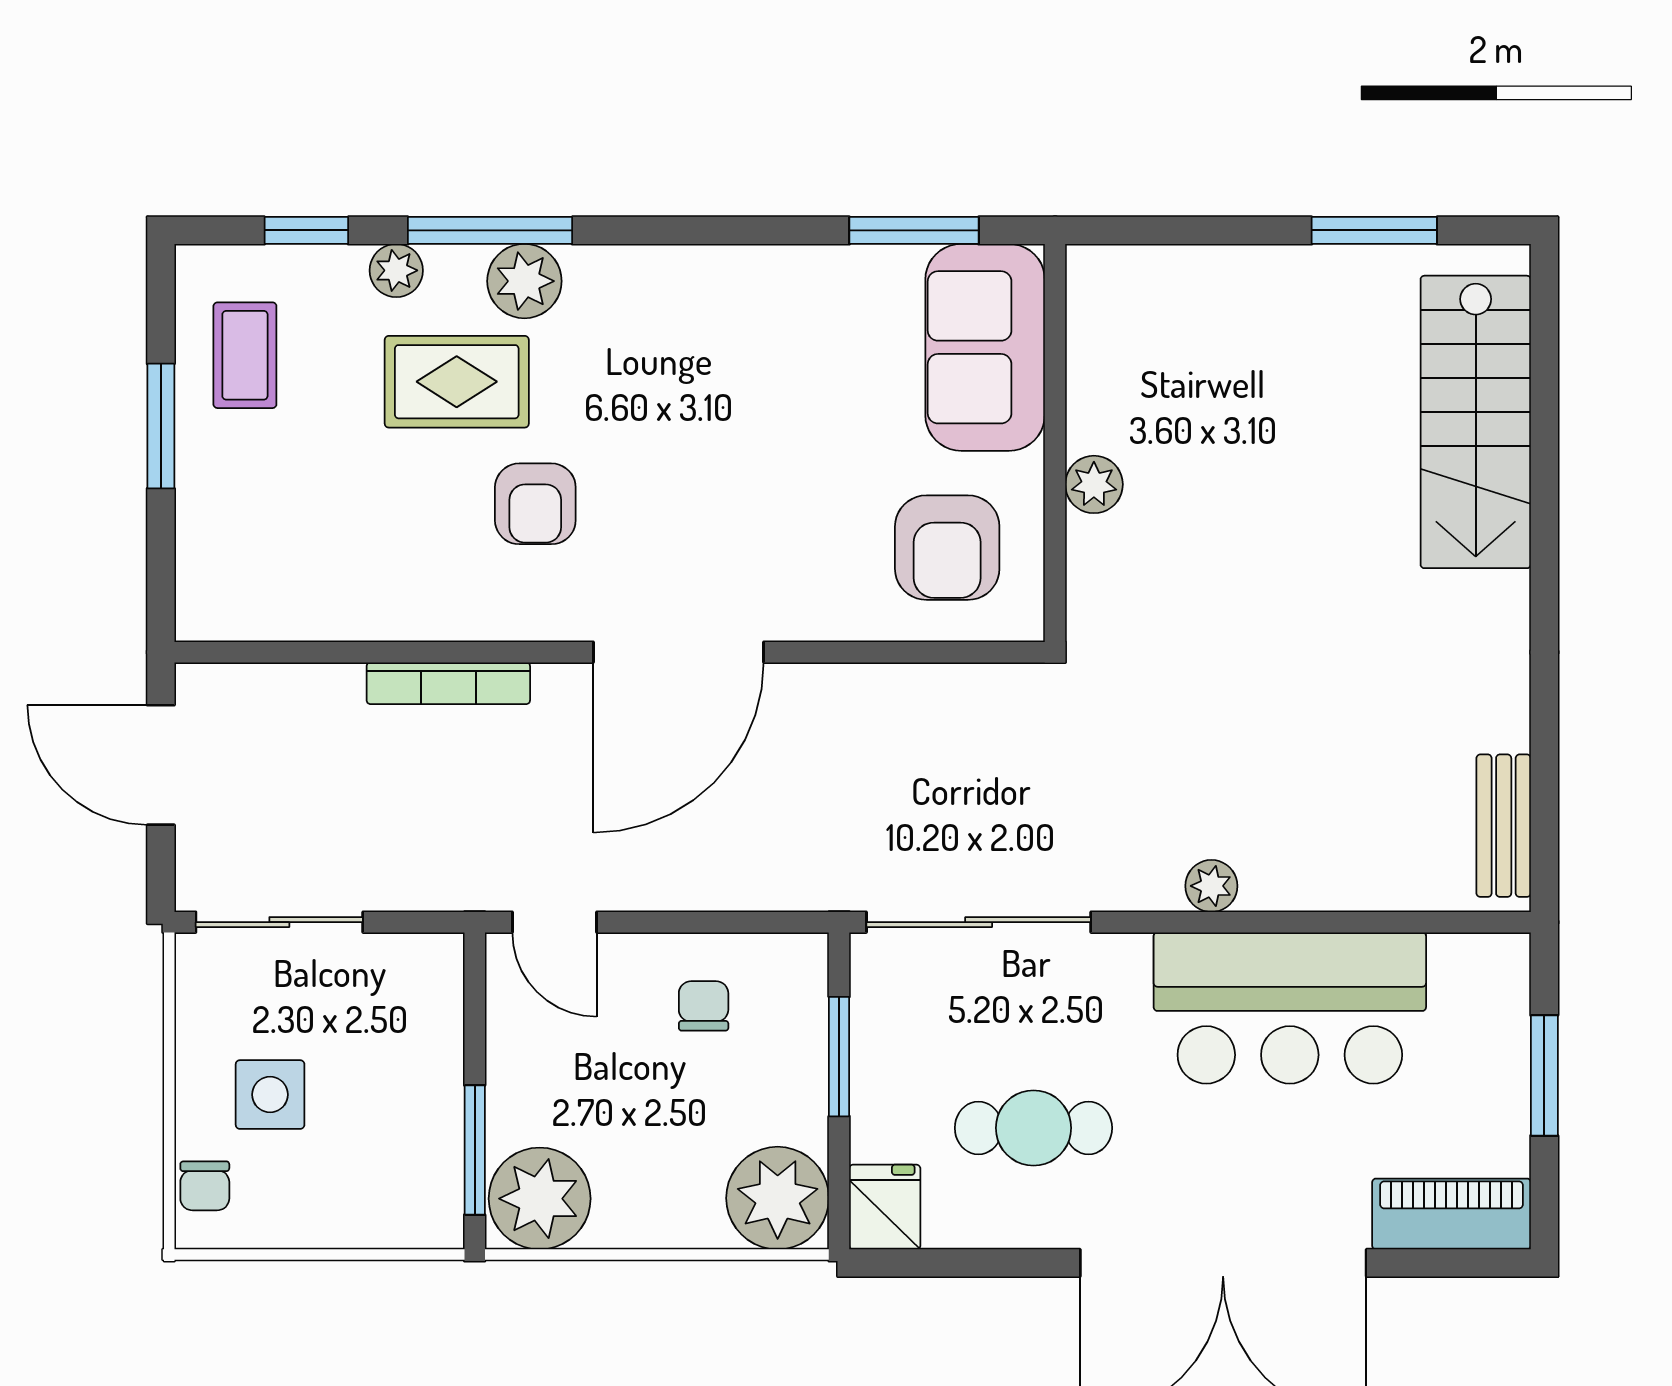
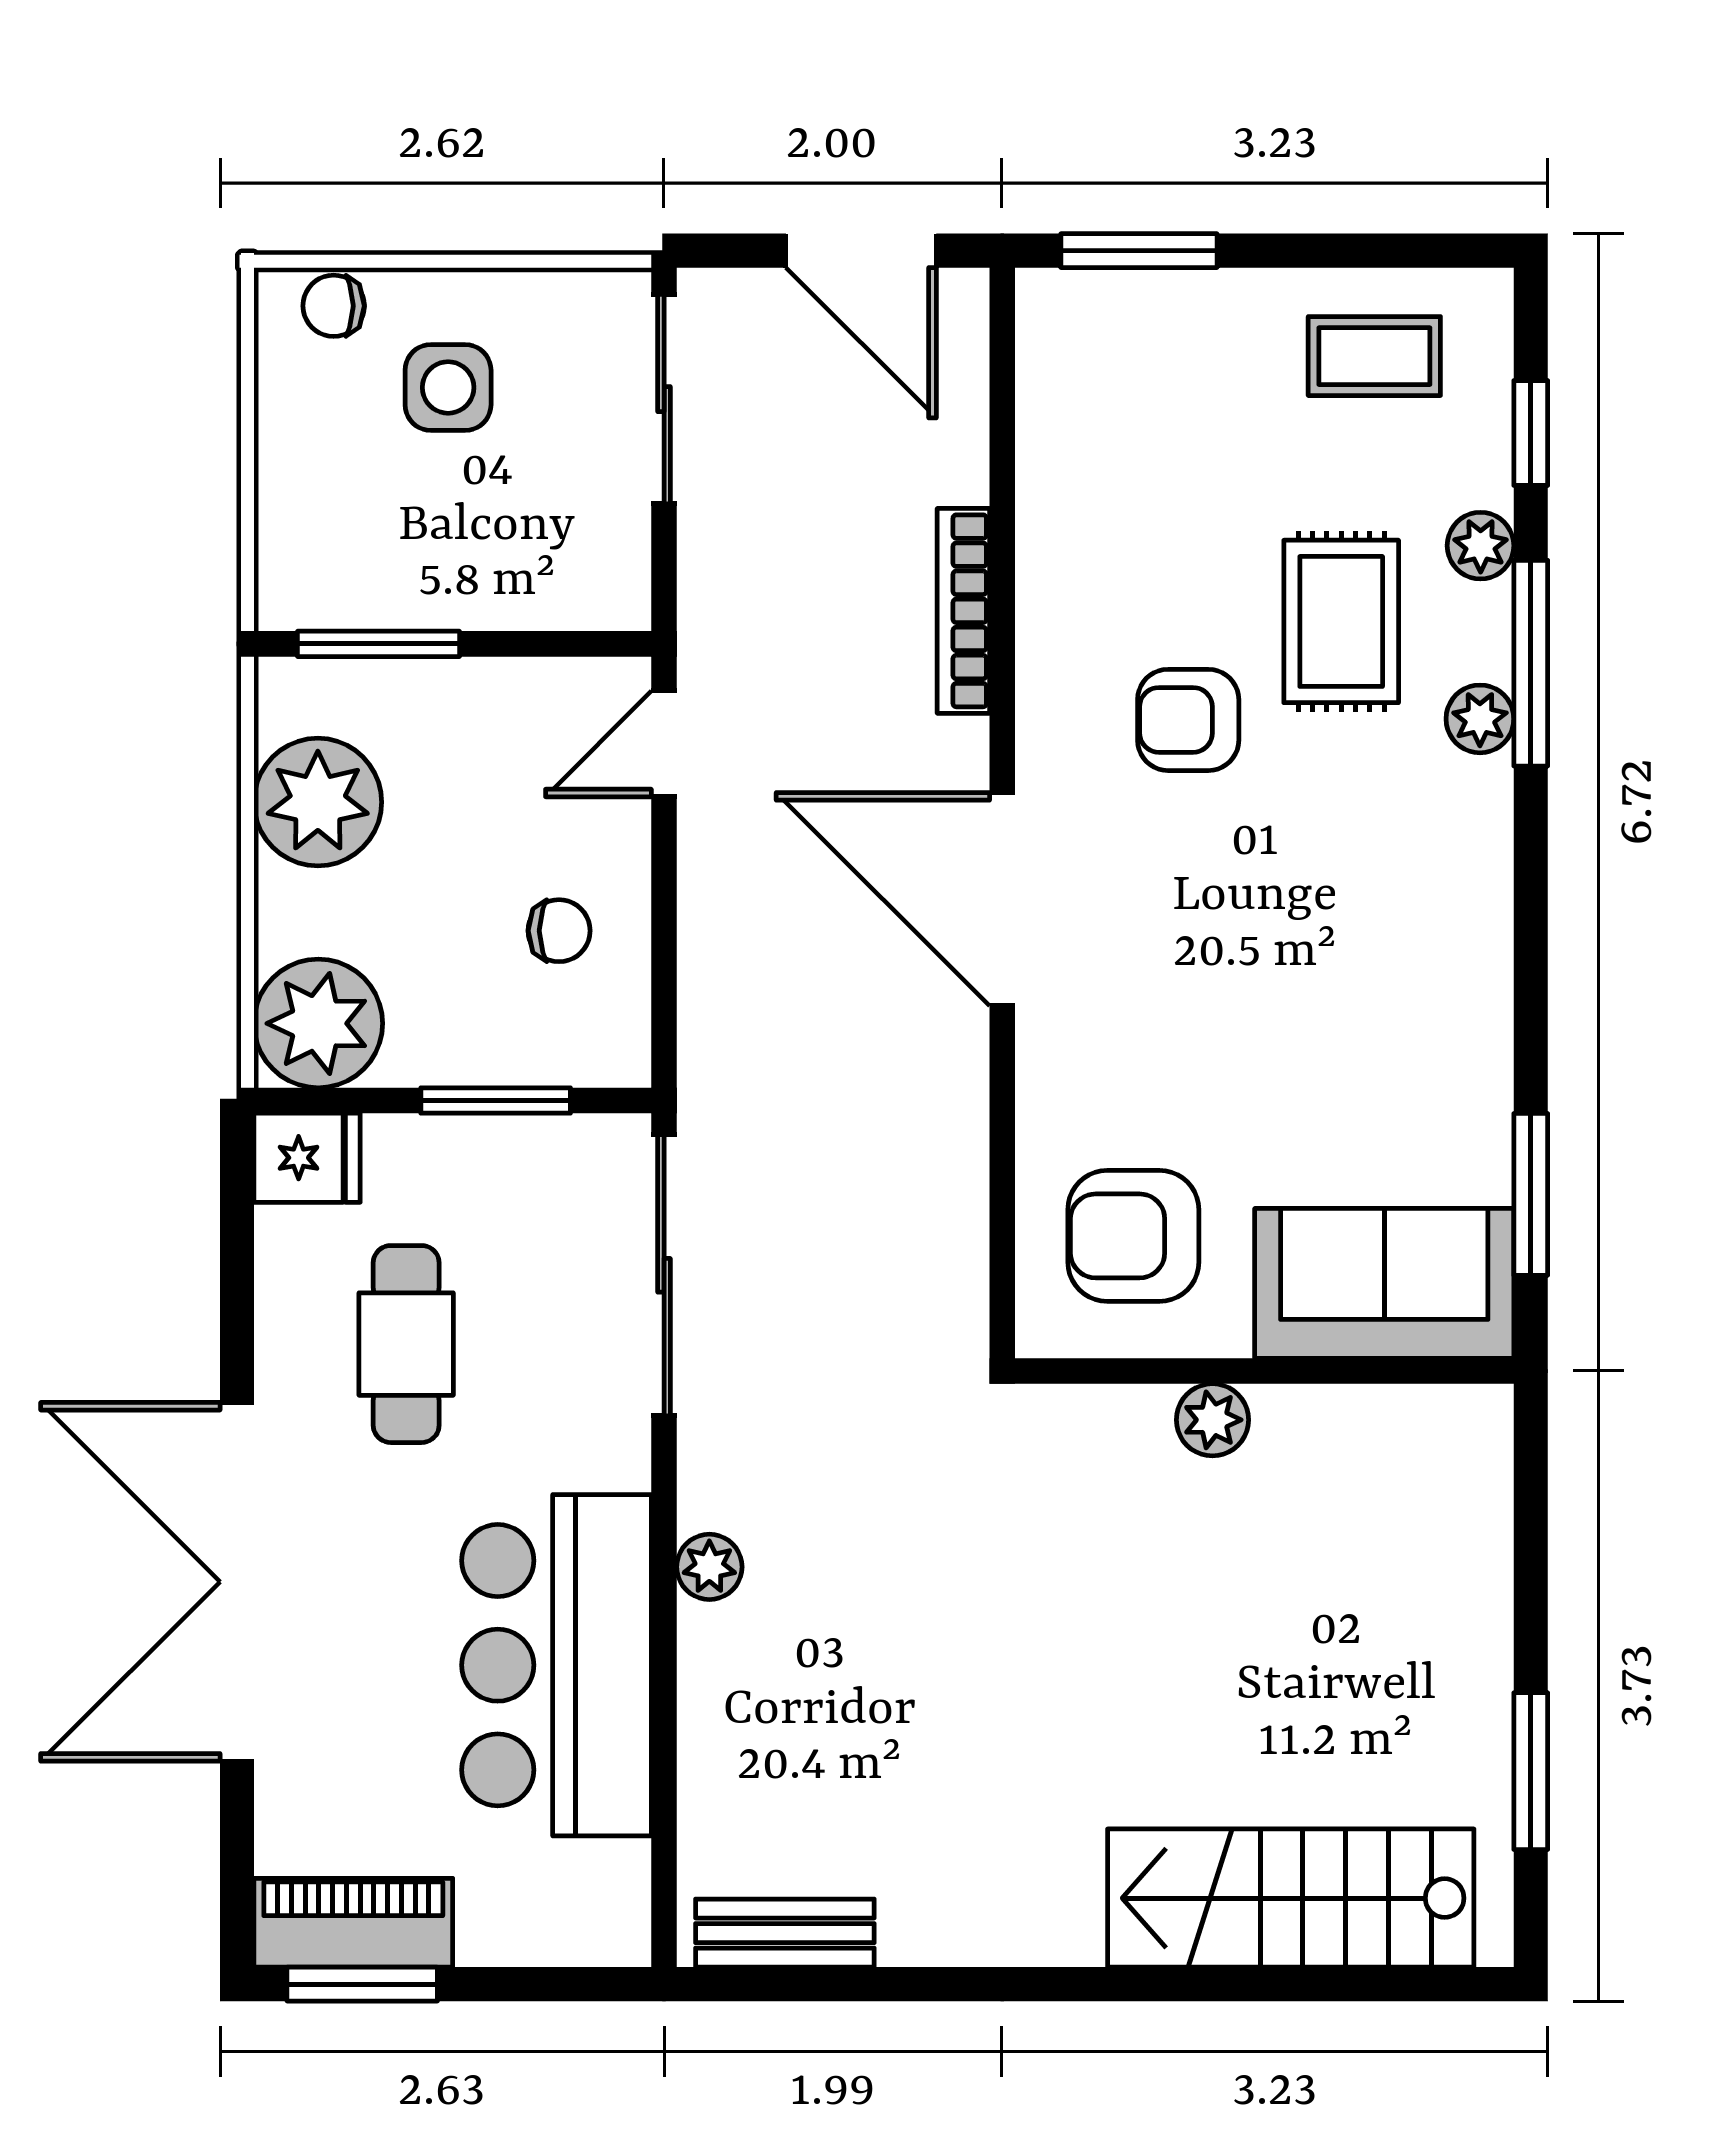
plant: (524, 281) -> (1480, 719), width x0.73, depth x0.73
window: (161, 426) -> (1139, 251), moved
door: (161, 765) -> (861, 251), swing flipped
window: (1544, 1075) -> (362, 1984), moved
plant: (540, 1199) -> (318, 802), moved
piano: (1452, 1214) -> (353, 1923), moved, turned -90

